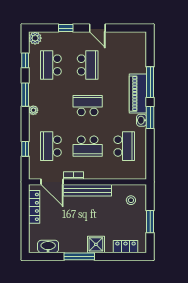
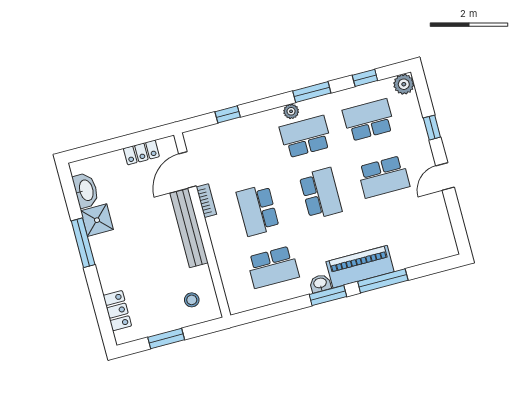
school desk: (51, 146) -> (306, 137), moved
locker: (34, 207) -> (141, 152), width x0.66
shower: (96, 244) -> (97, 220), moved

